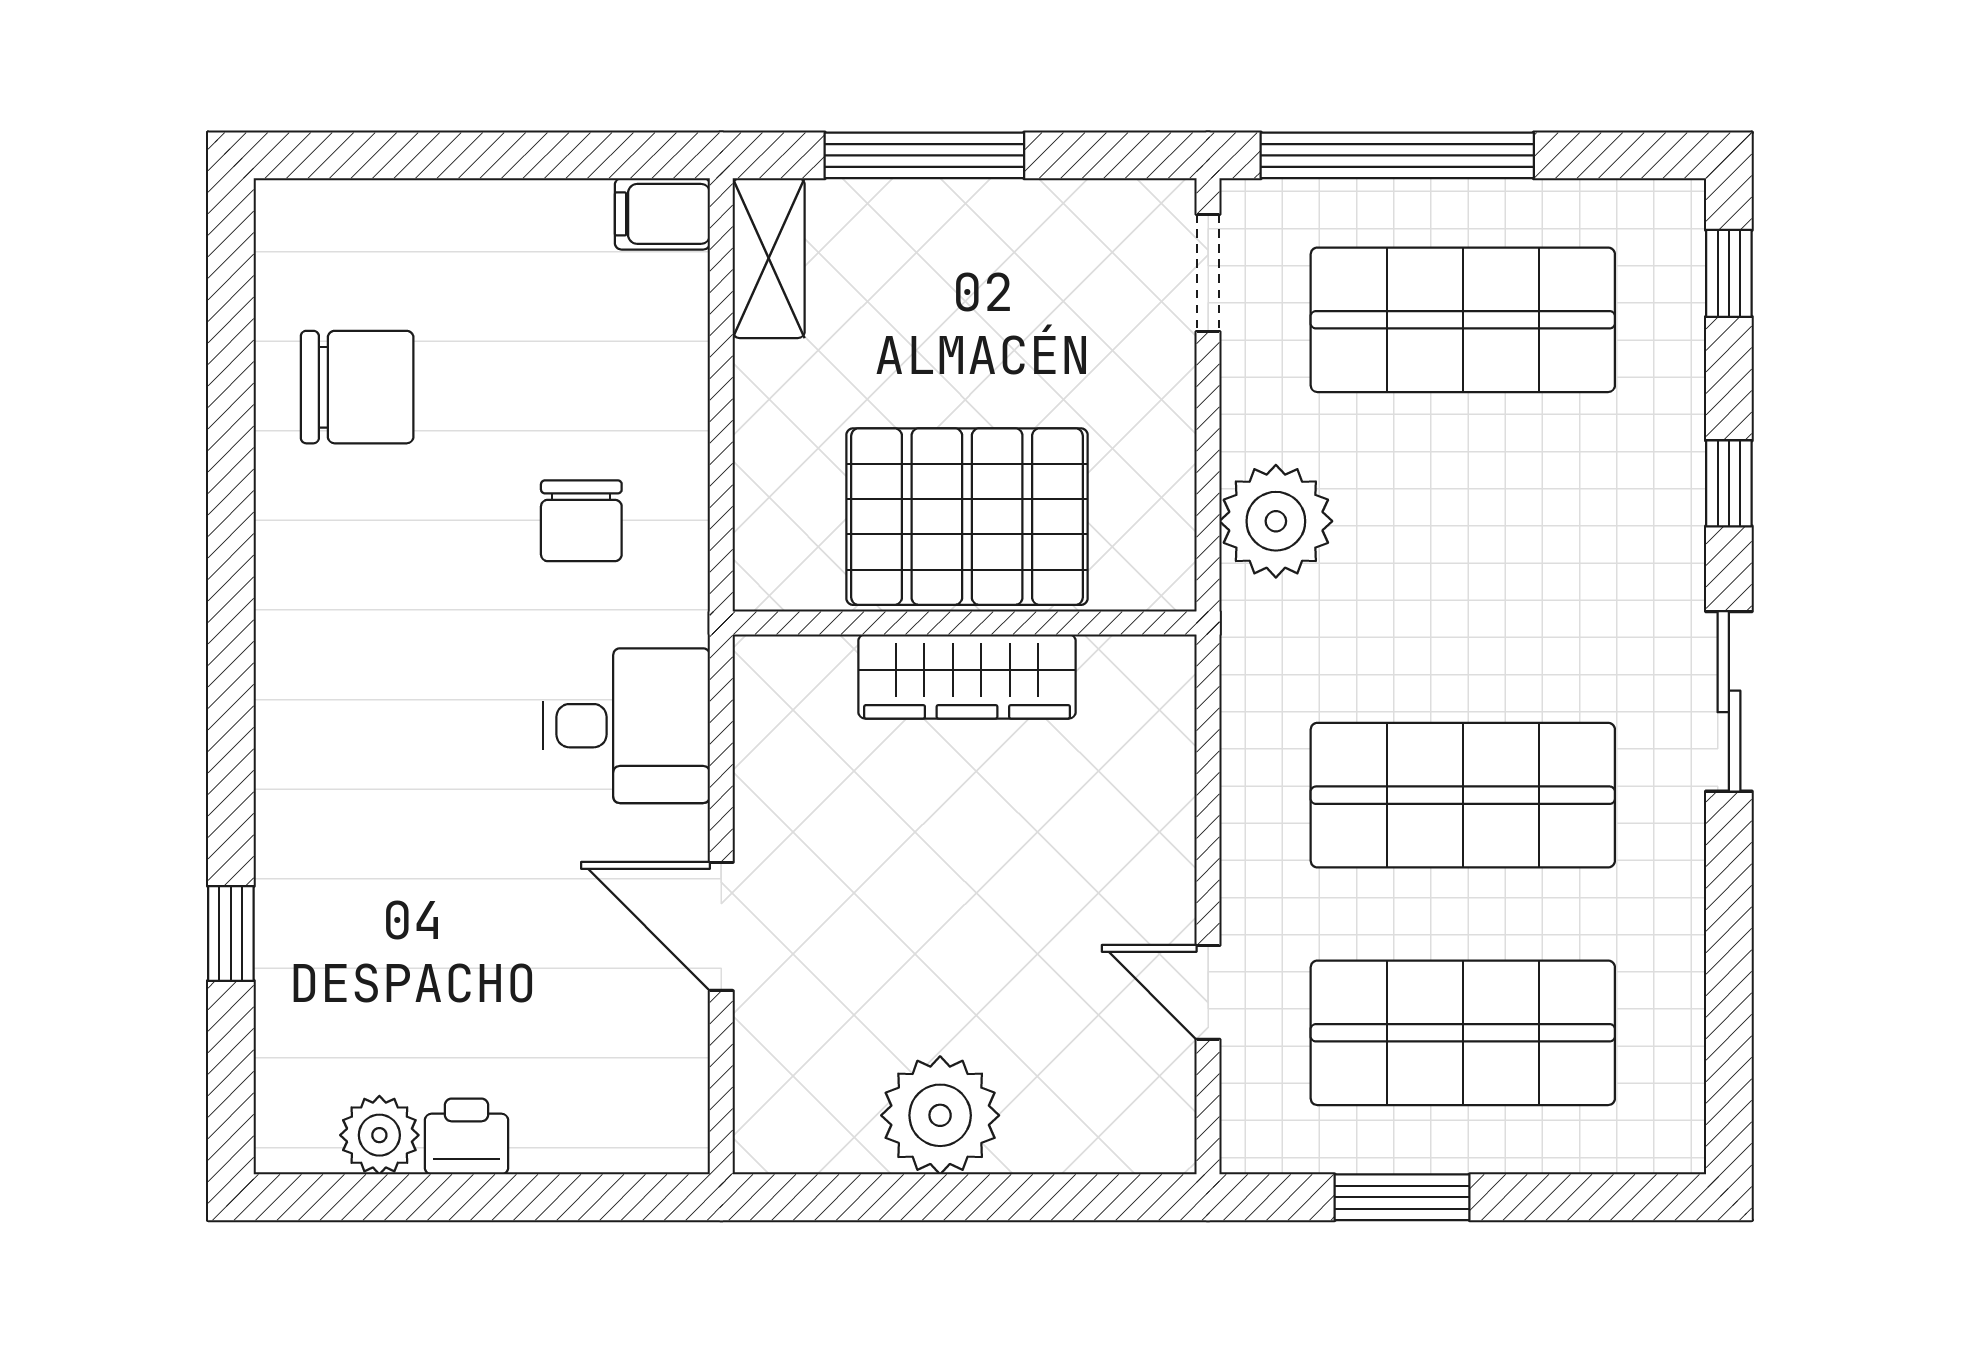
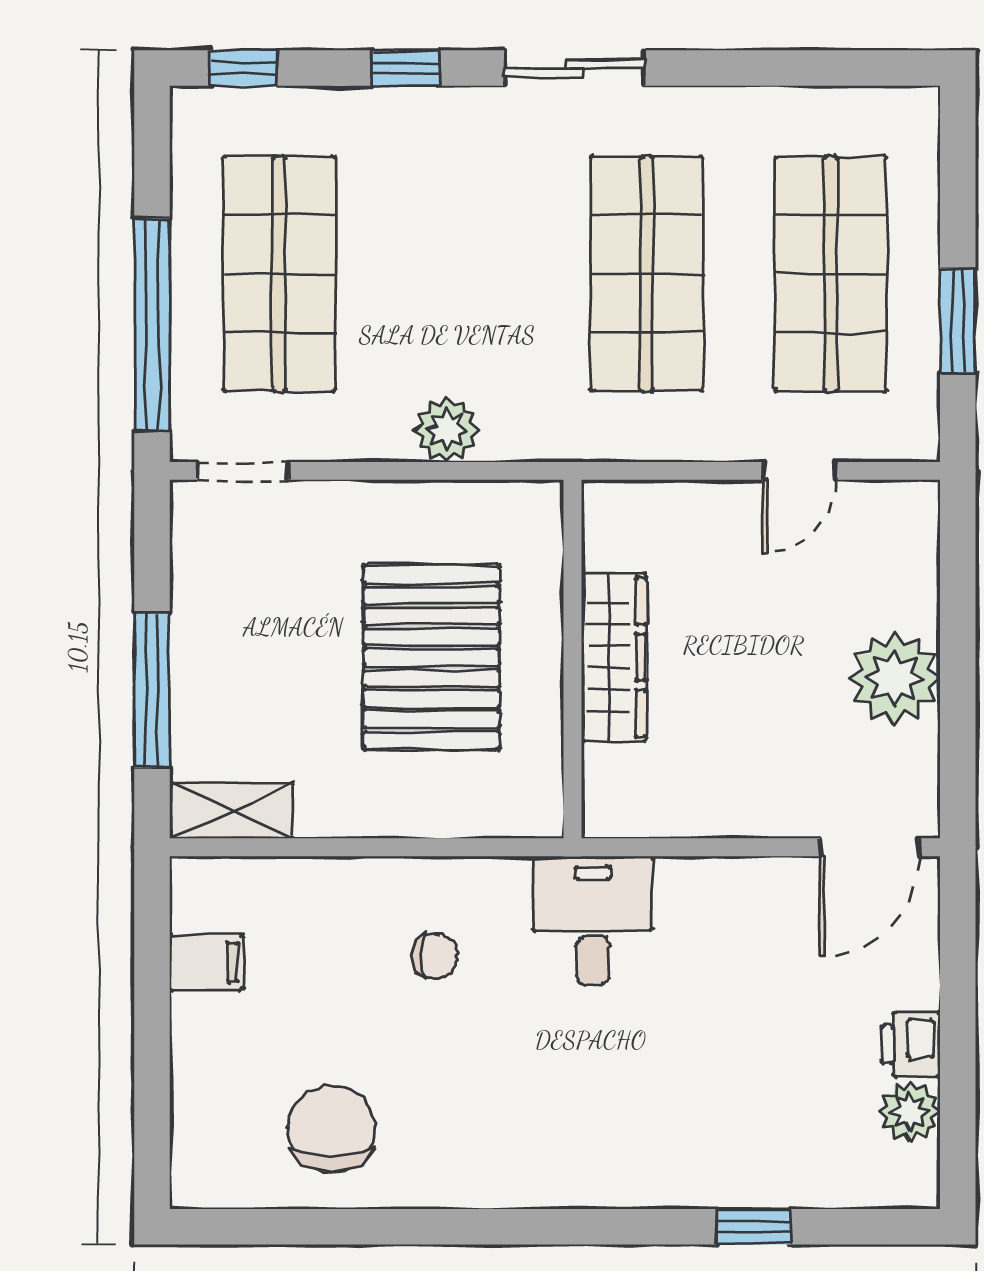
filing cabinet: (662, 214) -> (206, 962), moved, turned -90
chair: (581, 521) -> (435, 956), width x0.73, depth x0.73
plant: (1276, 521) -> (447, 430), width x0.73, depth x0.73
wall: (965, 623) -> (573, 659), moved
wardrobe: (967, 677) -> (614, 657), moved
door: (721, 926) -> (870, 847), moved

